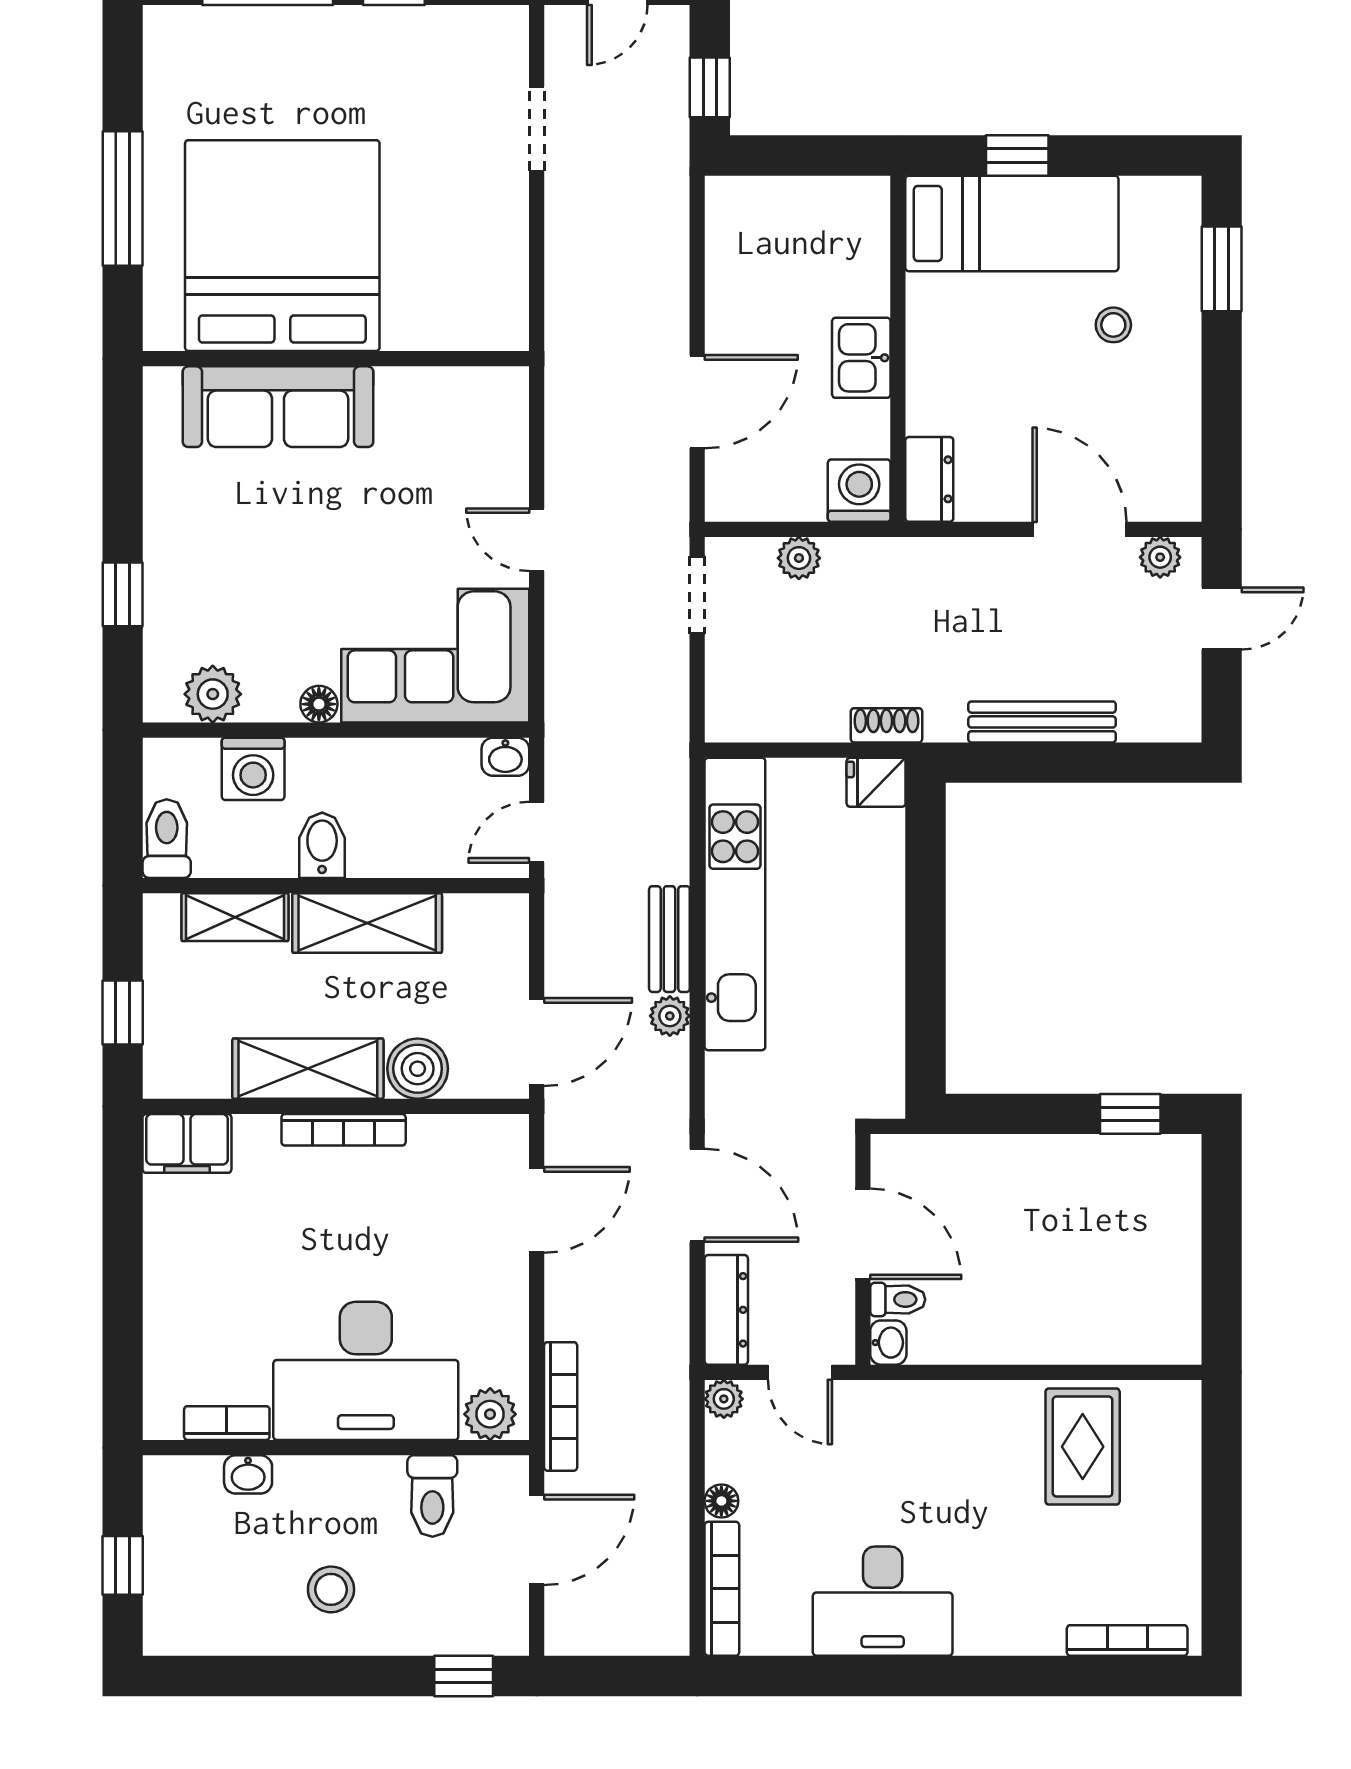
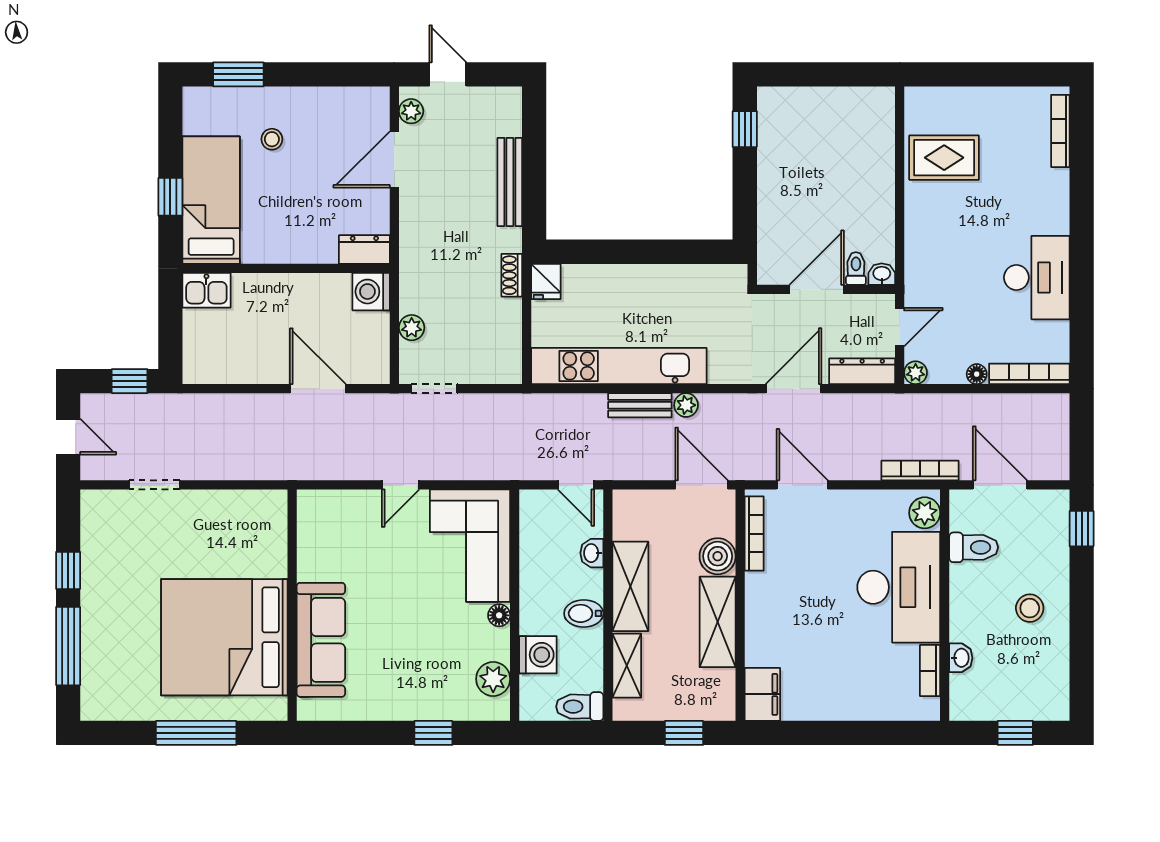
kitchen sink: (861, 358) -> (206, 290), moved
washbasin: (505, 757) -> (592, 553), moved, turned 180
bookcase: (344, 1130) -> (754, 534), moved

